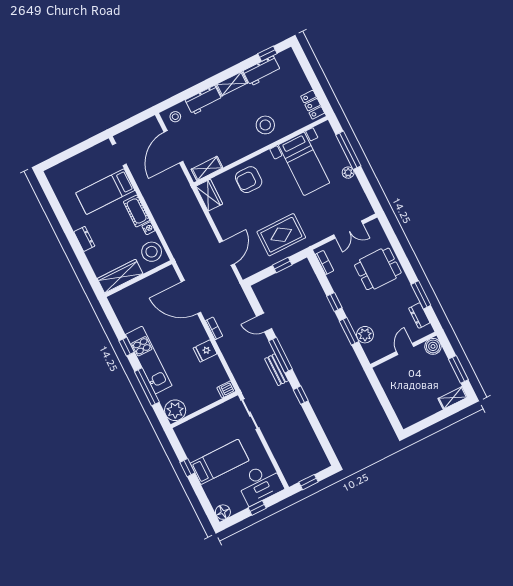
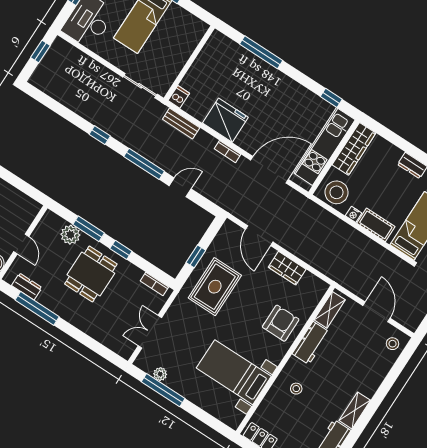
workbench: (204, 100) -> (311, 343), moved, turned 180
stool: (265, 125) -> (296, 389), width x0.53, depth x0.53
door: (173, 147) -> (377, 312), width x0.73
window: (348, 150) -> (163, 390), moved
plant: (348, 173) -> (160, 374), moved
wardrobe: (209, 195) -> (287, 268), moved
dining table: (378, 269) -> (91, 274), moved
window: (421, 295) -> (37, 308), width x1.44
window: (127, 347) -> (331, 98), moved
fridge: (205, 351) -> (225, 120), width x1.88, depth x1.34
kitchen unit: (149, 360) -> (325, 146), moved, turned 90
bench: (277, 370) -> (181, 124), moved
plant: (175, 410) -> (218, 45), removed

